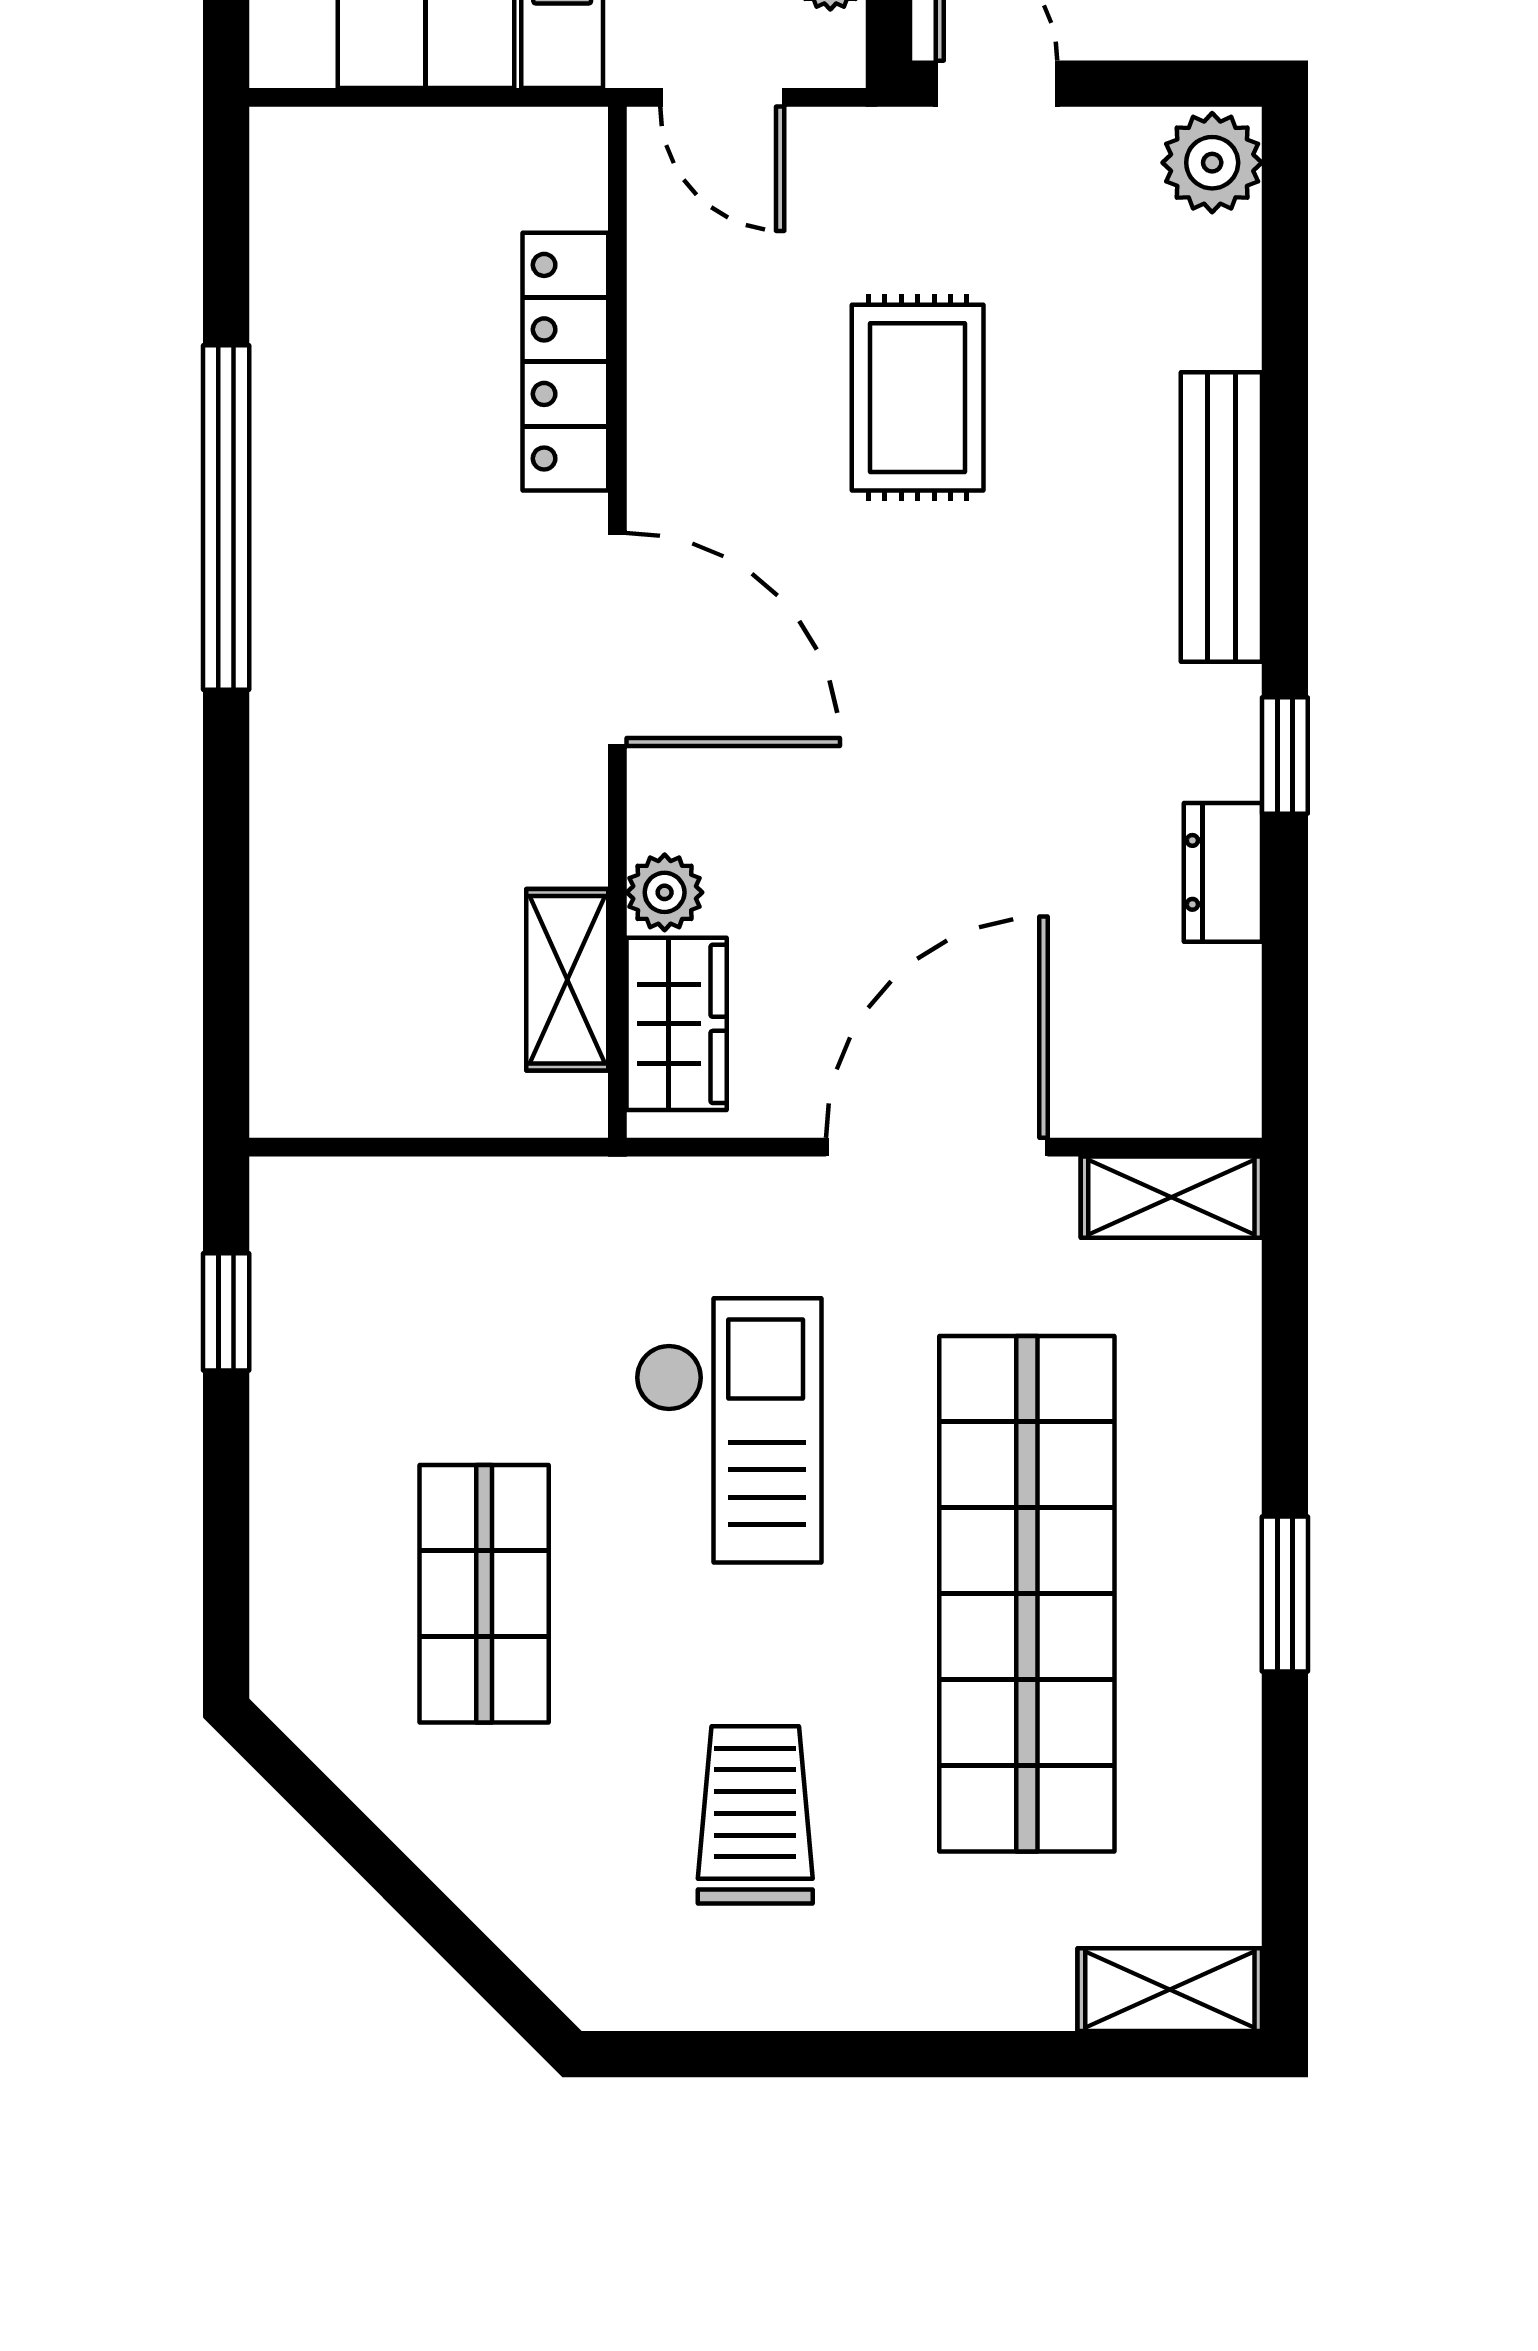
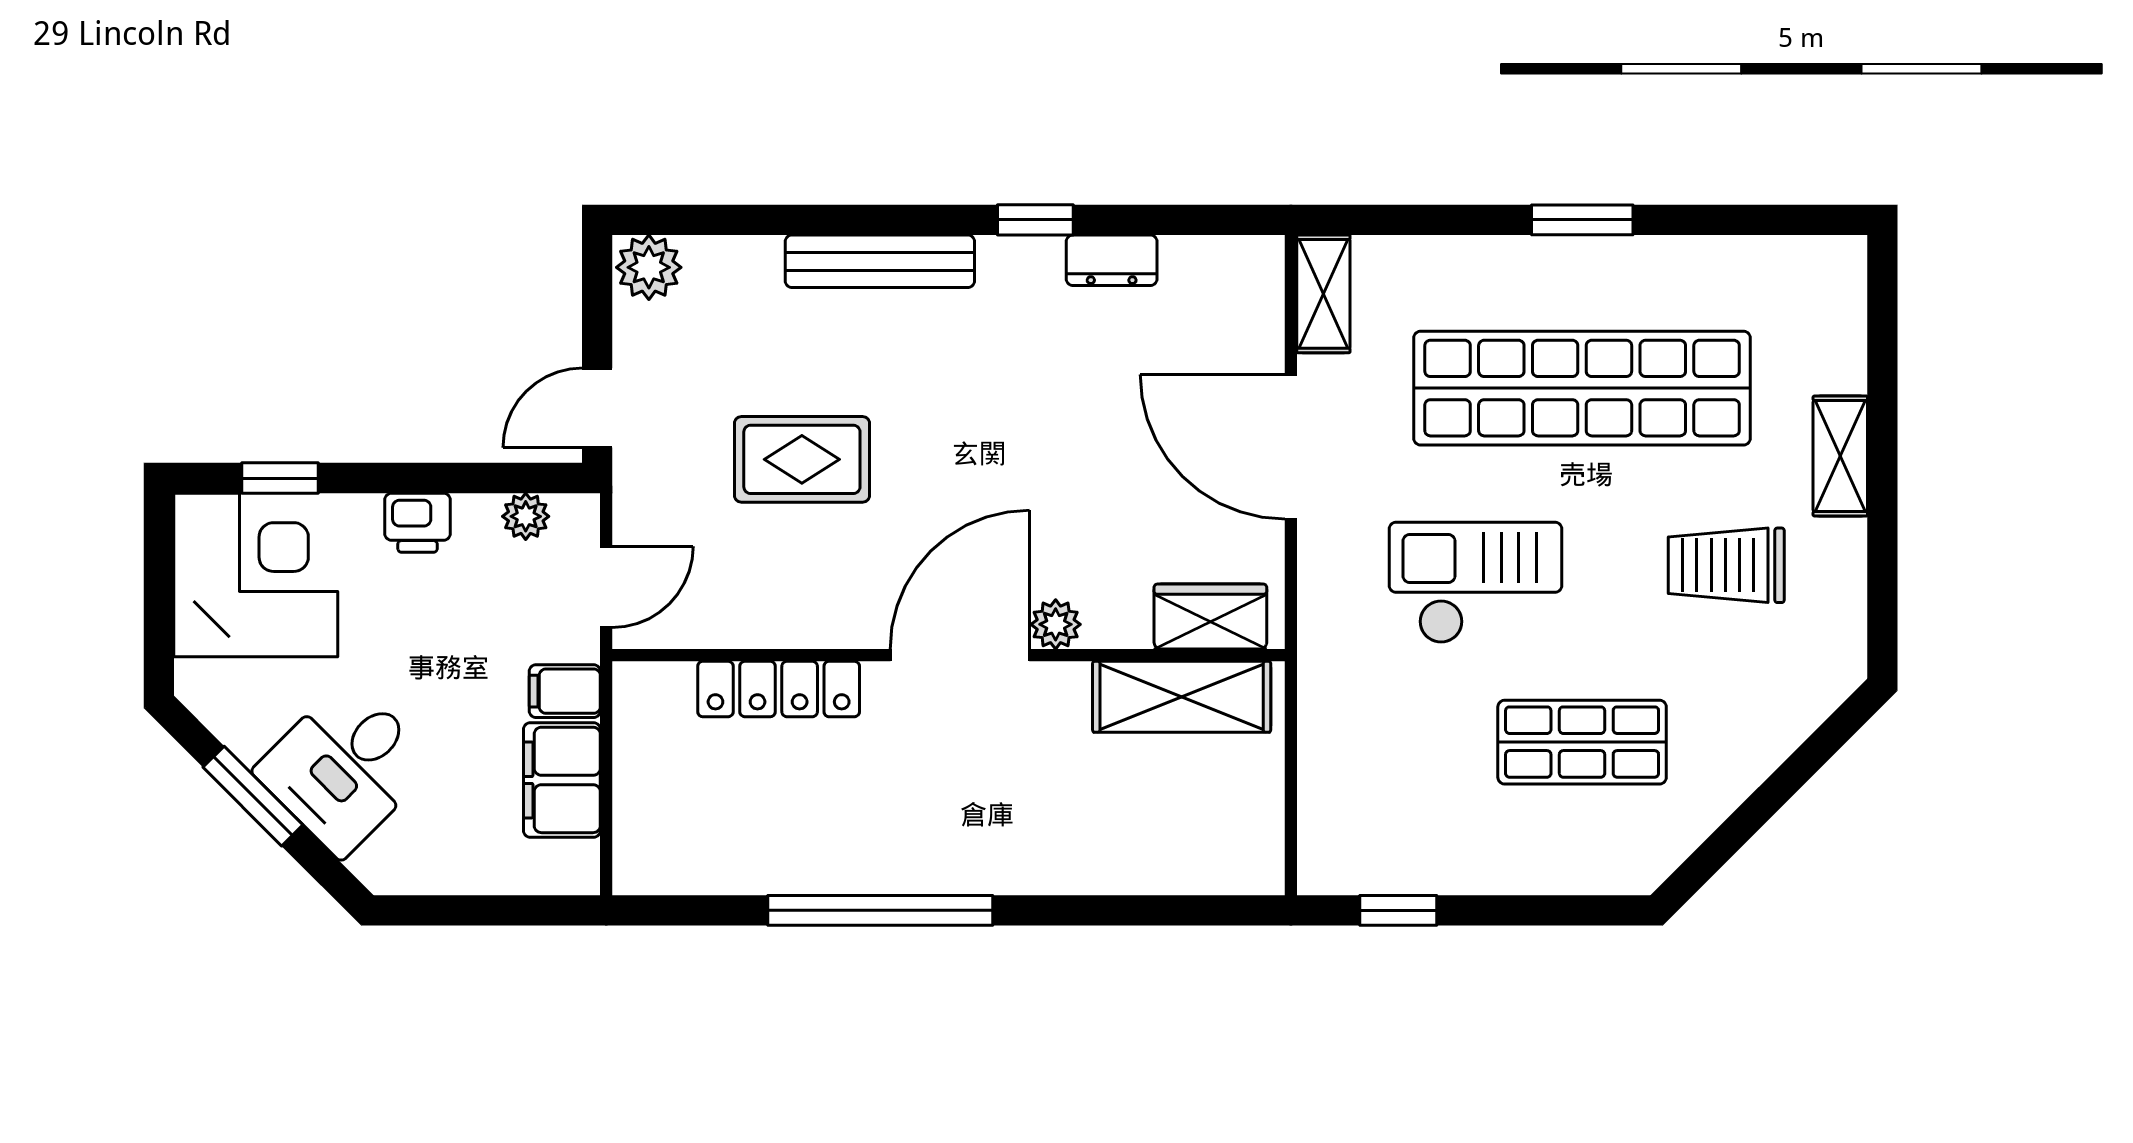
plant: (665, 892) -> (1056, 624), moved
shelving: (567, 980) -> (1182, 697), width x1.50, depth x1.33
shelving: (1170, 1990) -> (1840, 456), moved

